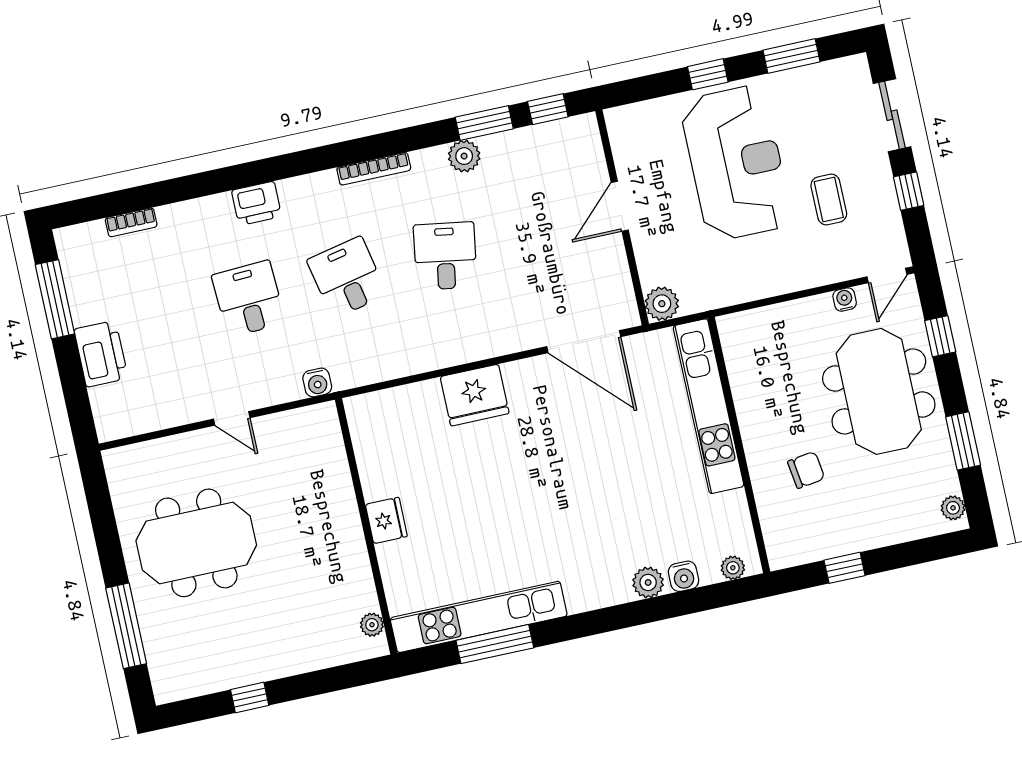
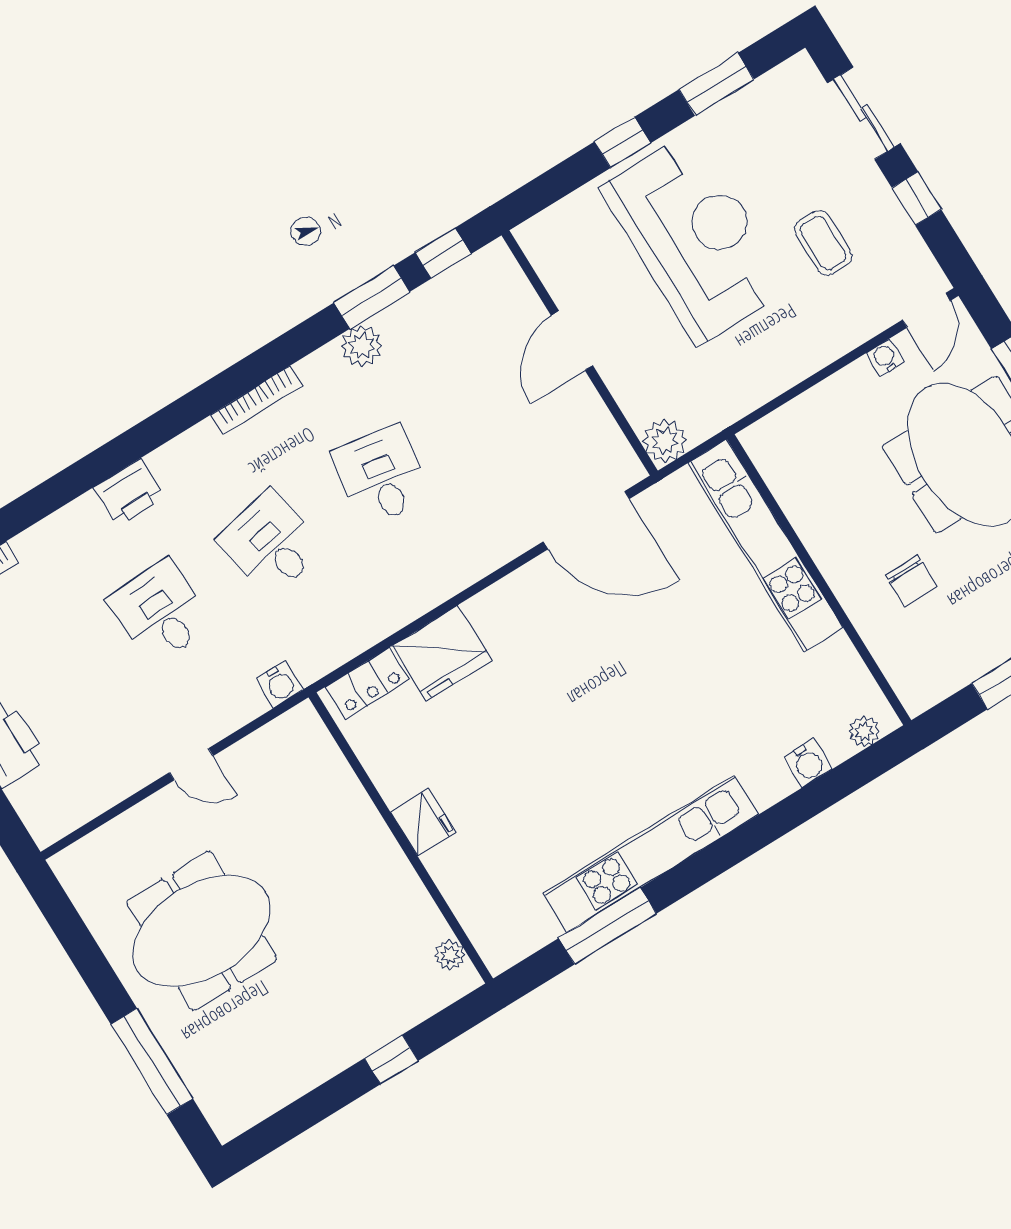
fridge: (475, 395) -> (442, 653), moved
locker: (382, 405) -> (367, 683), added
chair: (806, 470) -> (911, 581), turned 98
plant: (648, 582) -> (767, 785), removed
kitchen unit: (479, 617) -> (651, 854), moved
window: (250, 698) -> (391, 1059), moved

